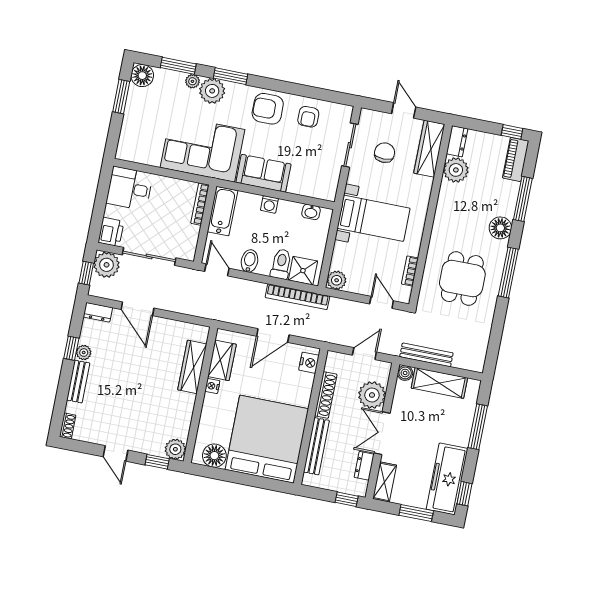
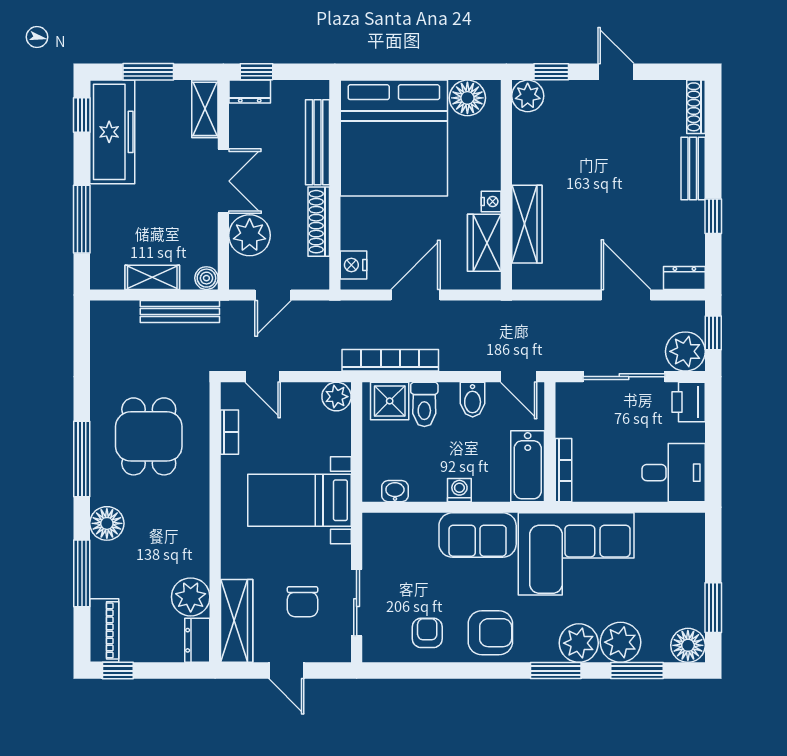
plant: (192, 81) -> (620, 642), width x1.88, depth x1.88
plant: (84, 353) -> (694, 213), removed
shelving: (439, 383) -> (152, 277), width x0.67, depth x0.75
shoe rack: (68, 426) -> (696, 107), width x1.43
dresser: (364, 466) -> (250, 92), moved, turned 90

